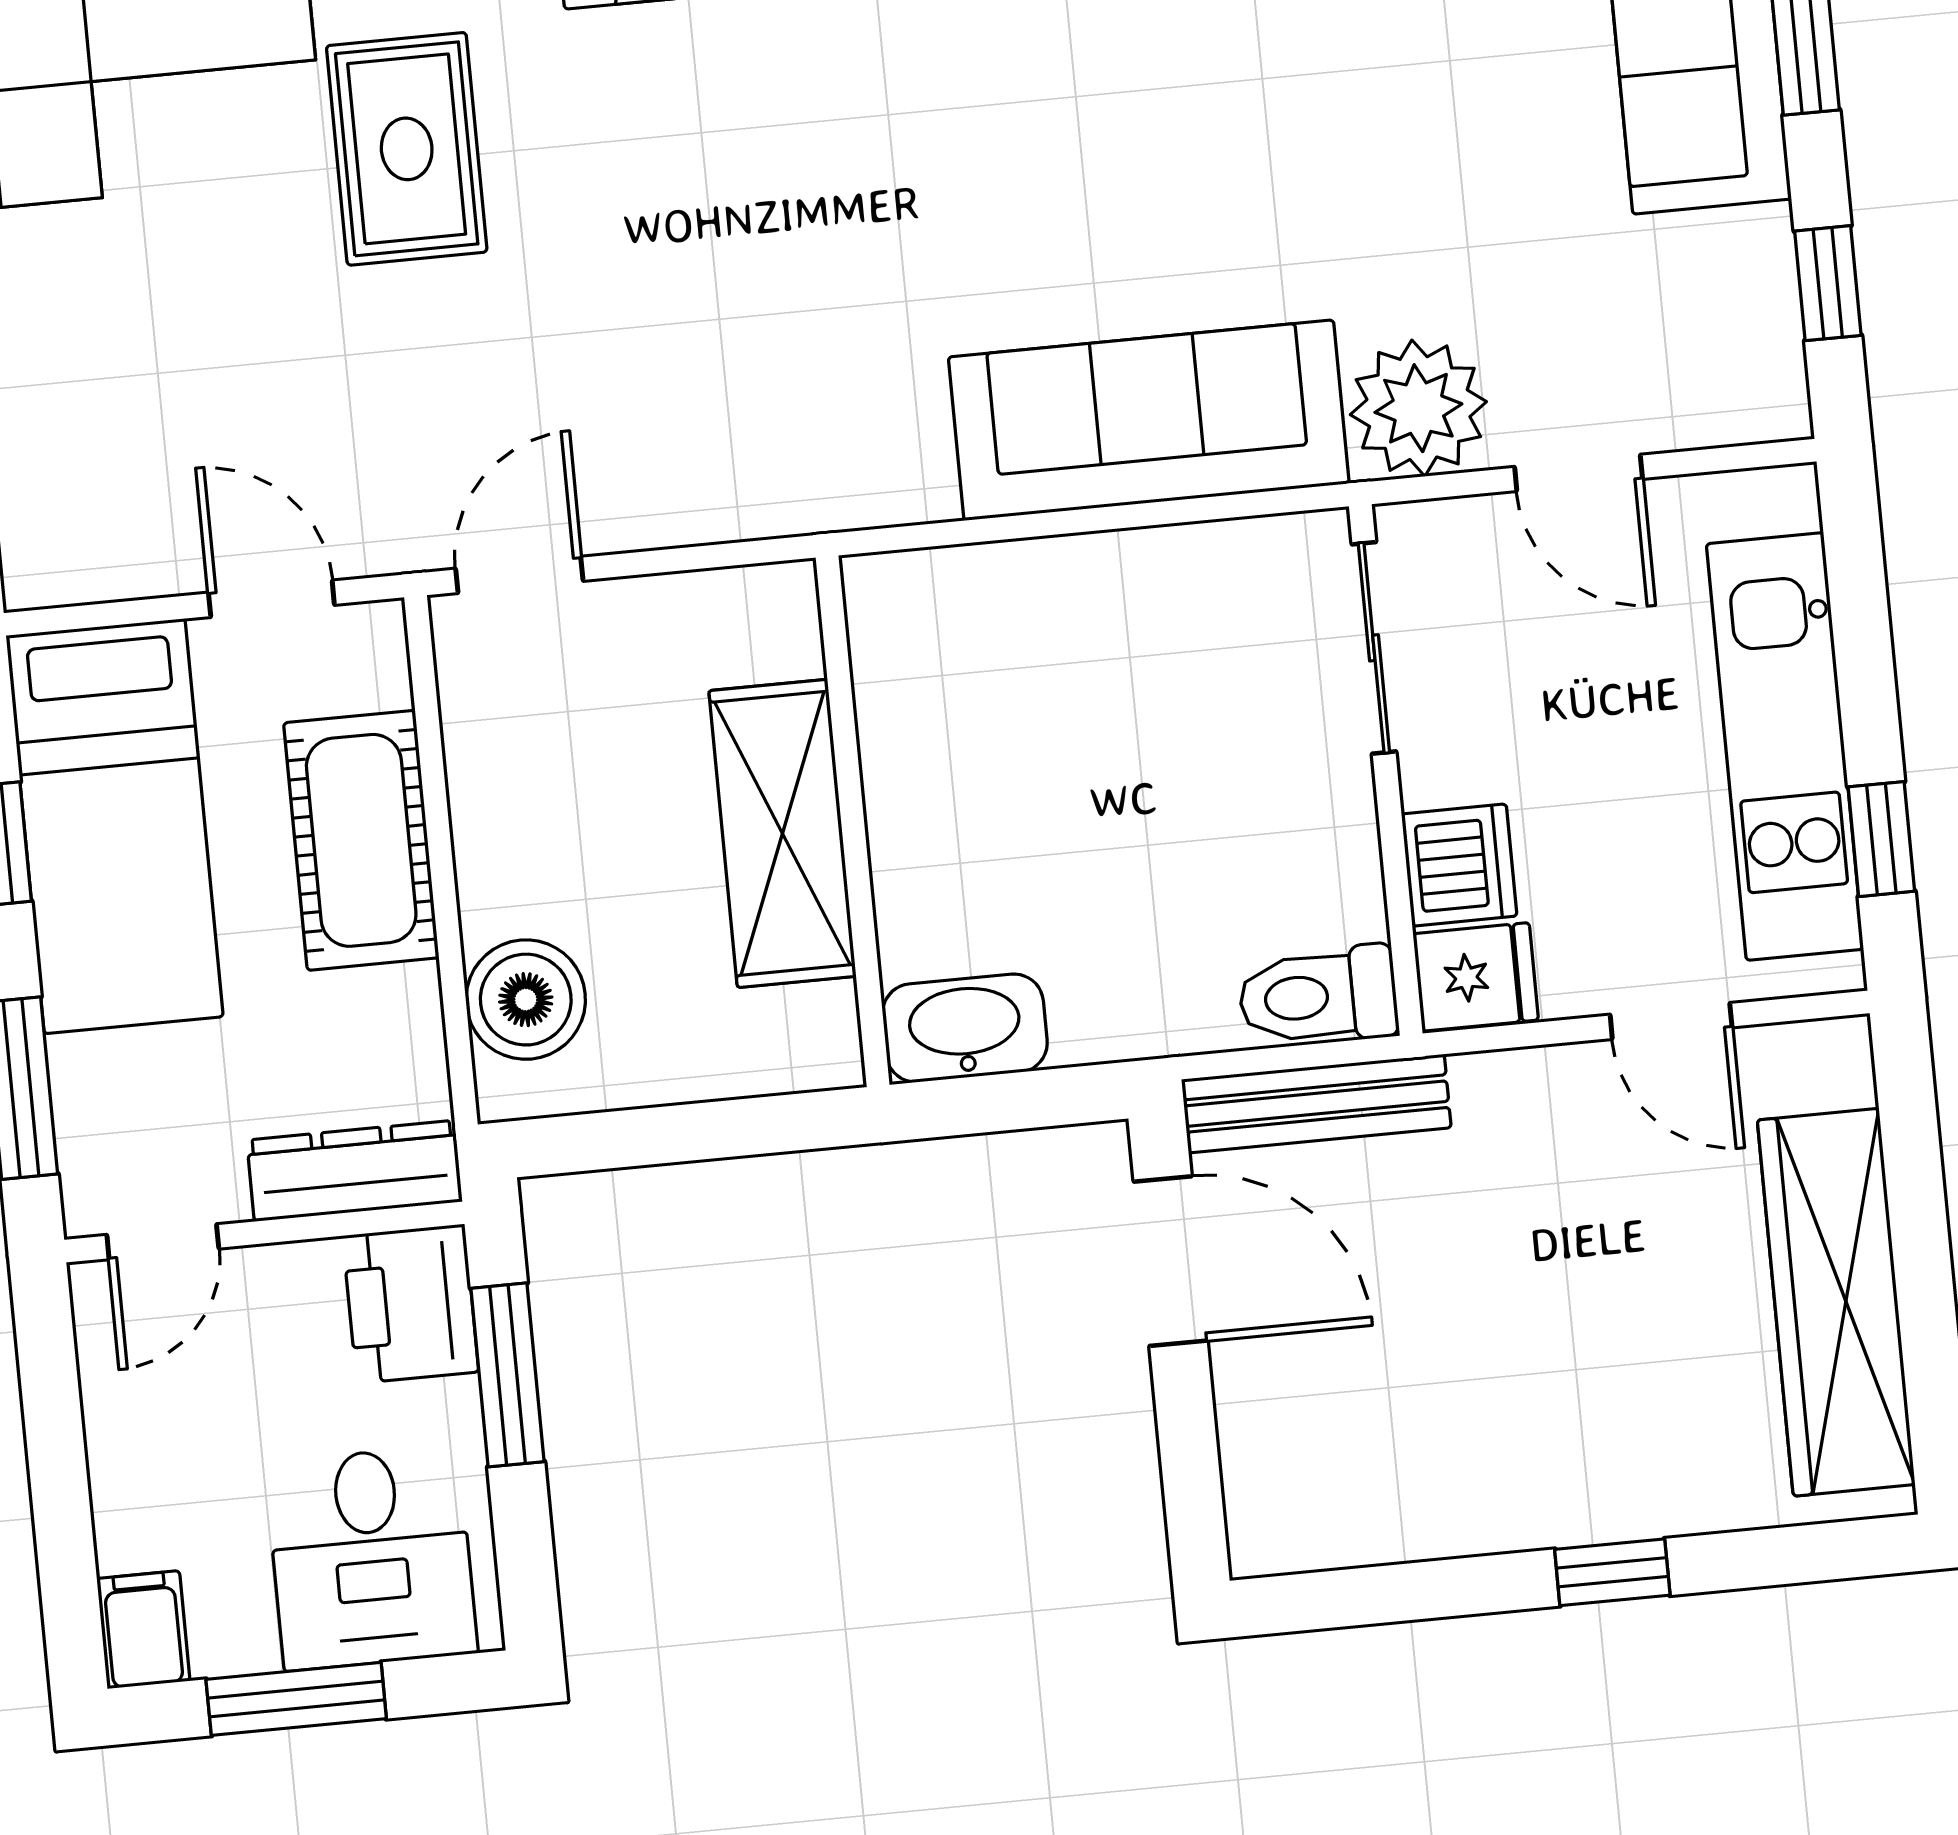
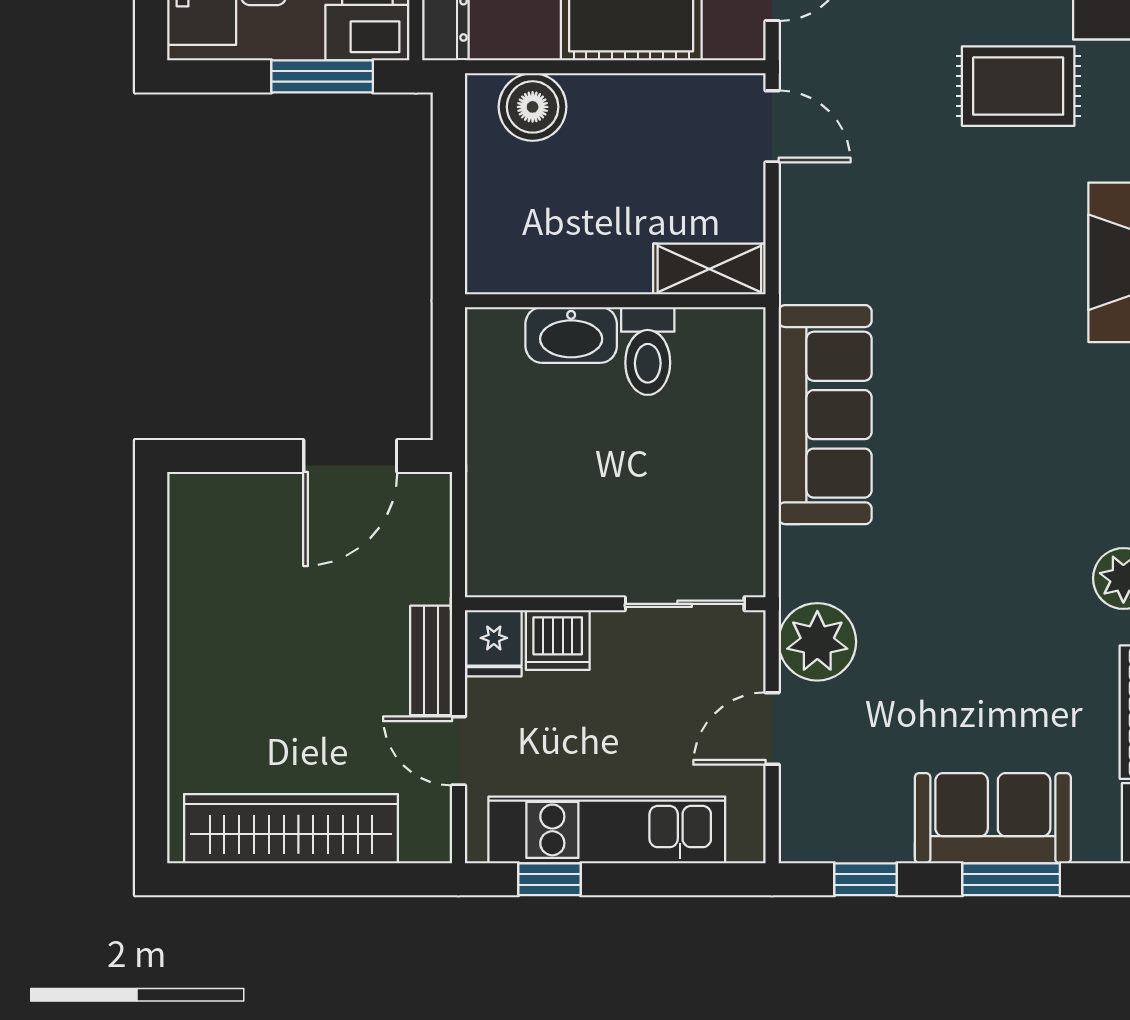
sofa: (1149, 420) -> (825, 415), moved
shelving: (782, 833) -> (709, 269), moved, width x0.67, depth x0.75
toilet: (1318, 996) -> (648, 351), moved, turned 180
door: (1671, 1021) -> (458, 751), hinge flipped
washbasin: (965, 1028) -> (571, 335), moved, turned 90
bench: (1316, 1104) -> (431, 660), moved, width x0.73
window: (1612, 1572) -> (151, 688), removed

